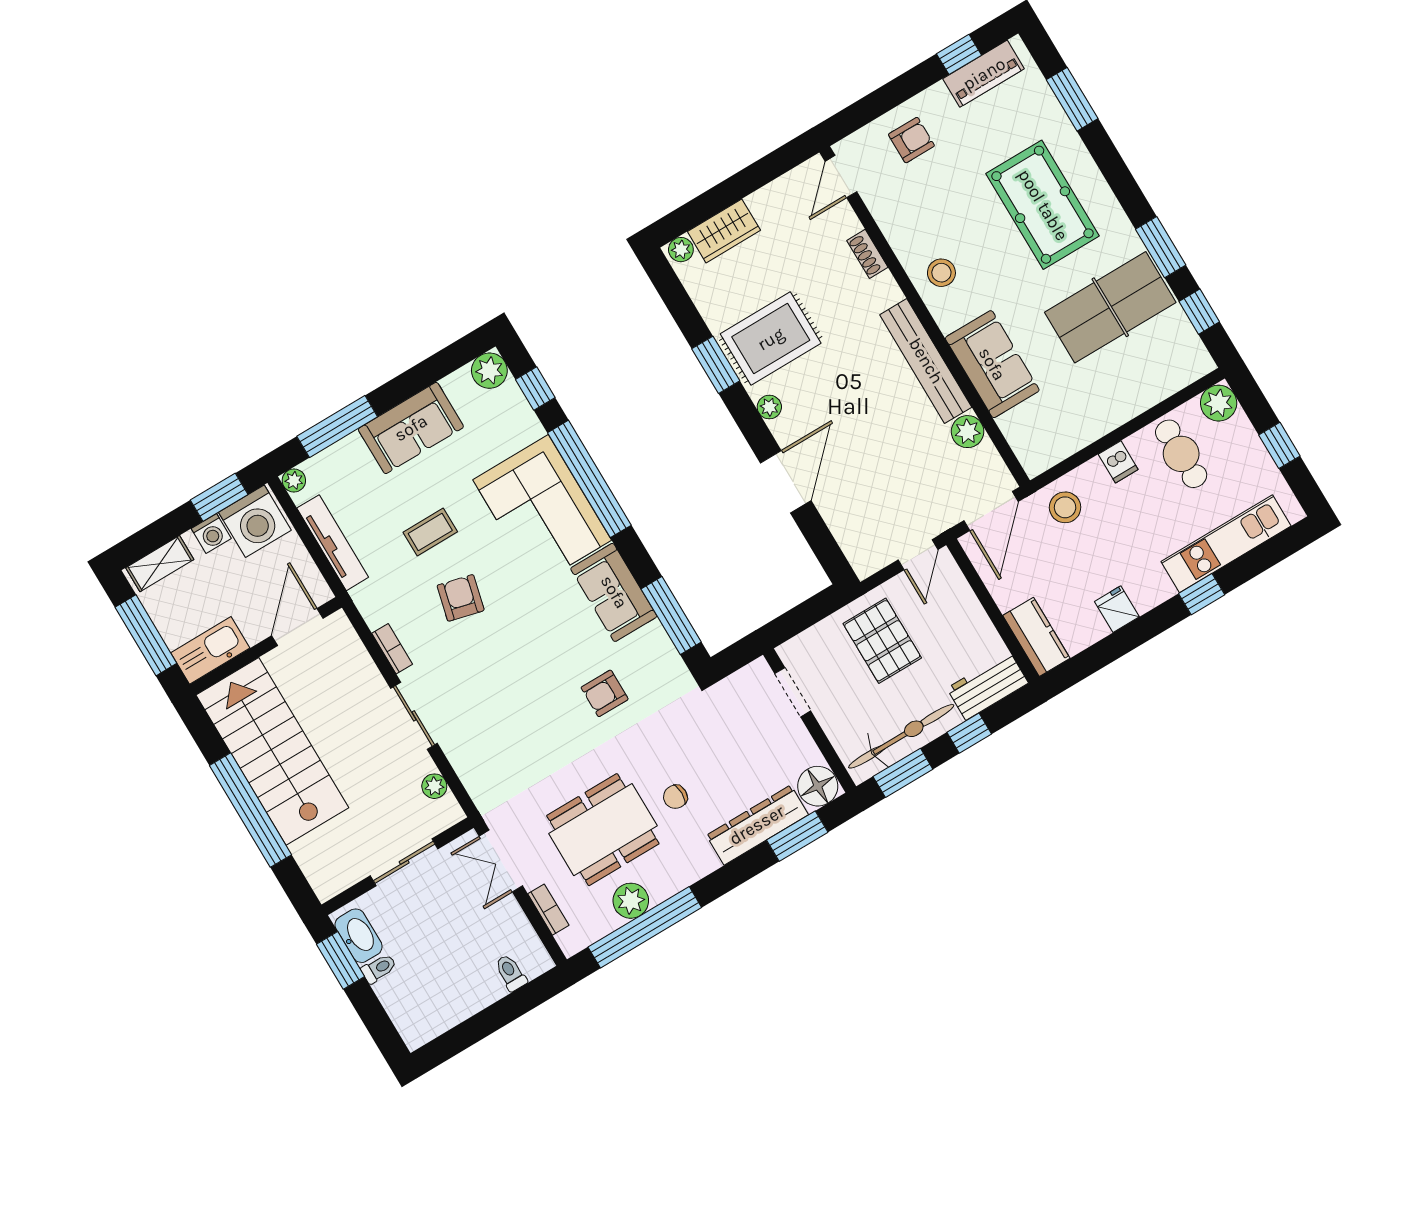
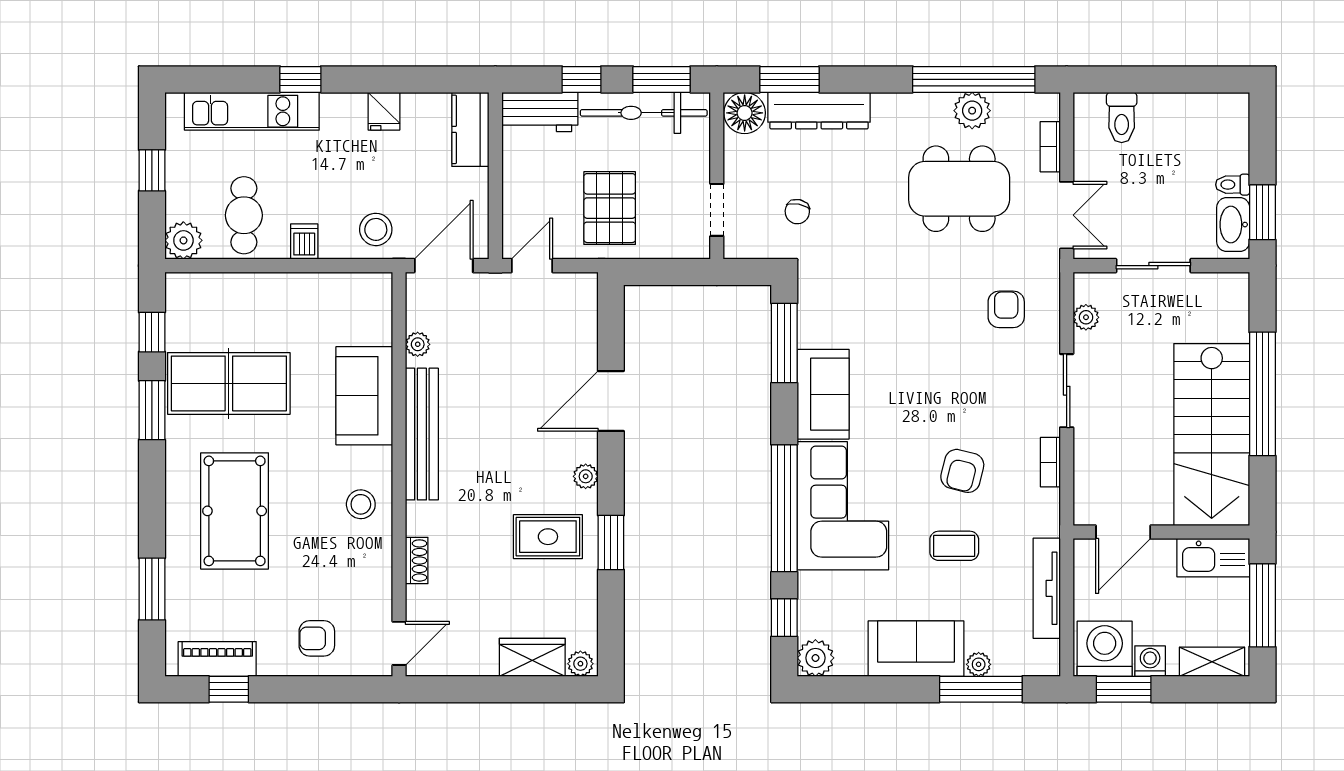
rug: (771, 339) -> (548, 537), width x0.73, depth x0.70
plant: (968, 432) -> (418, 344), width x0.73, depth x0.73
plant: (294, 480) -> (979, 664), moved
armchair: (605, 693) -> (1006, 309), moved, turned -90
chair: (675, 797) -> (797, 212), moved, turned 101
toilet: (511, 973) -> (1122, 117), width x1.37, depth x1.39

